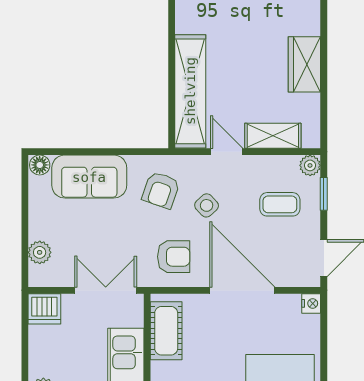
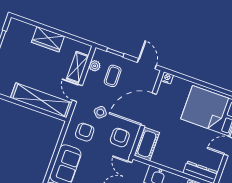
door: (227, 152) -> (77, 93), hinge flipped
plant: (310, 165) -> (95, 66), moved
armchair: (161, 190) -> (85, 132), turned -109
cot: (166, 331) -> (147, 144), moved, turned 90

